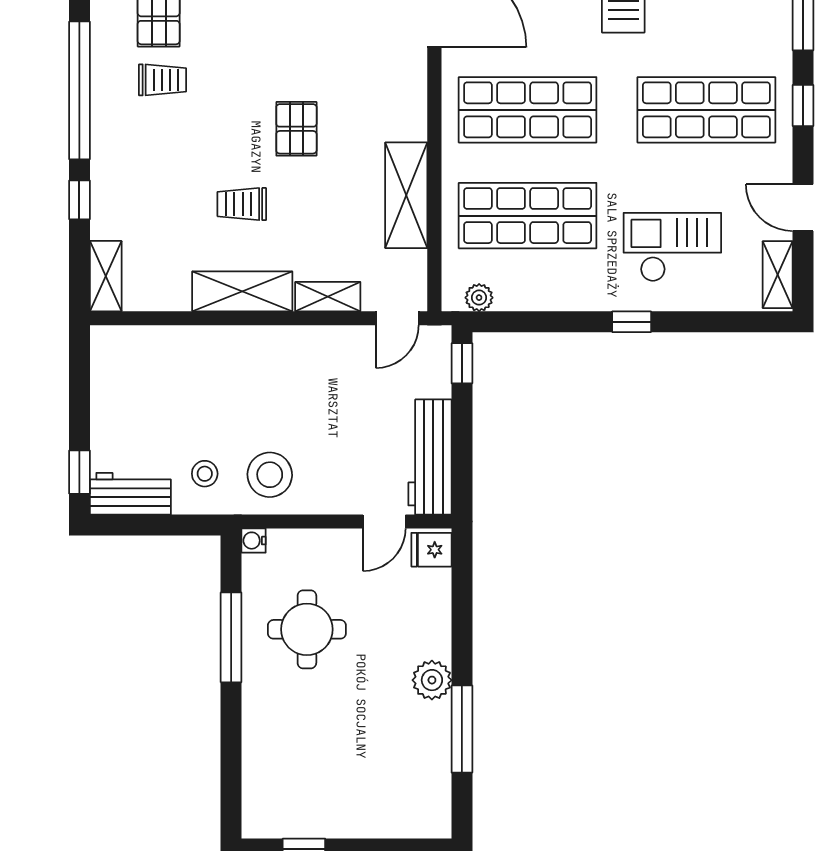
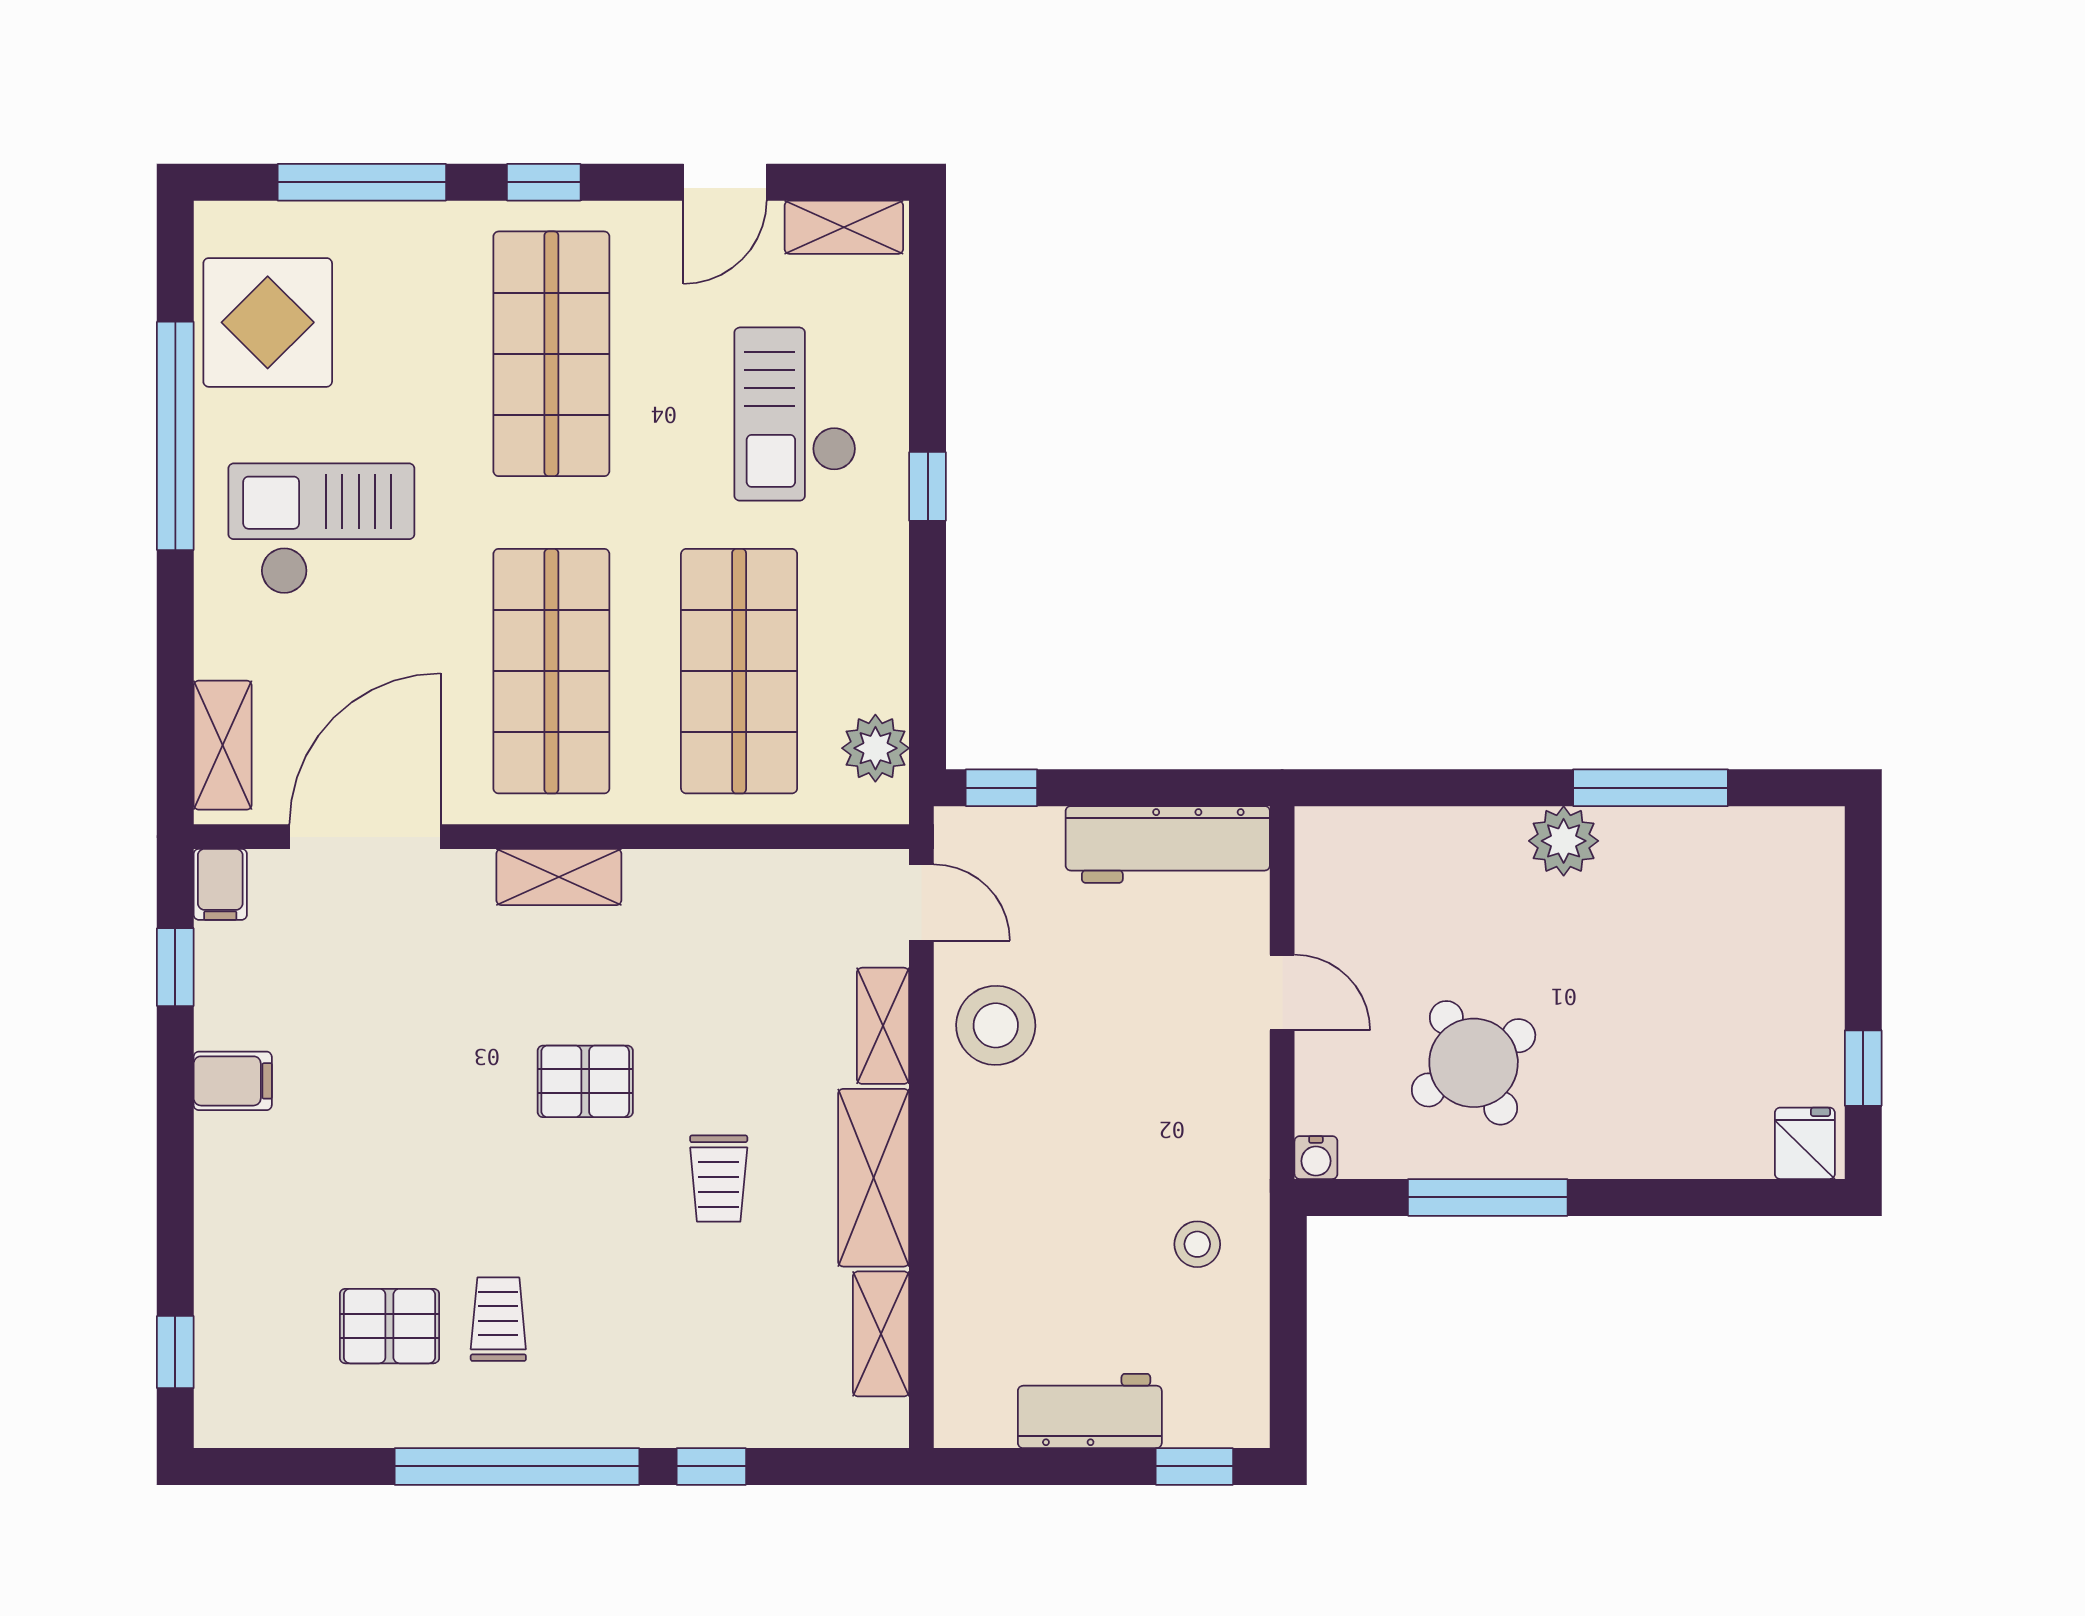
shelving: (406, 195) -> (559, 877), moved, width x0.67, depth x0.75
shelving: (106, 276) -> (881, 1334), moved, turned 90
plant: (479, 298) -> (875, 748), width x1.38, depth x1.38
stool: (270, 475) -> (996, 1025), moved
workbench: (130, 494) -> (1090, 1411), moved, turned 90
door: (384, 522) -> (1282, 993), moved
fridge: (431, 550) -> (1805, 1143), moved, turned 180
round table: (307, 629) -> (1474, 1063), turned -31

